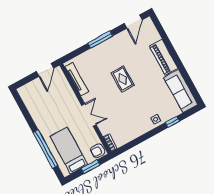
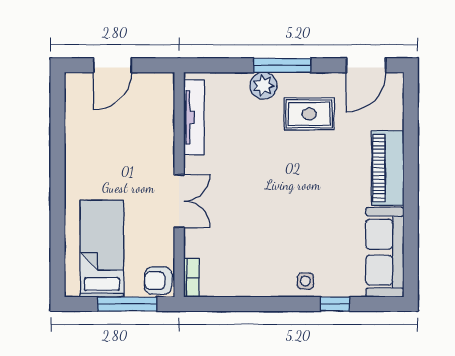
plant: (97, 52) -> (263, 86), added
door: (45, 70) -> (112, 65), moved
rug: (123, 79) -> (309, 114), moved, turned 90
window: (45, 149) -> (58, 221), removed
window: (91, 167) -> (127, 304), width x1.44

